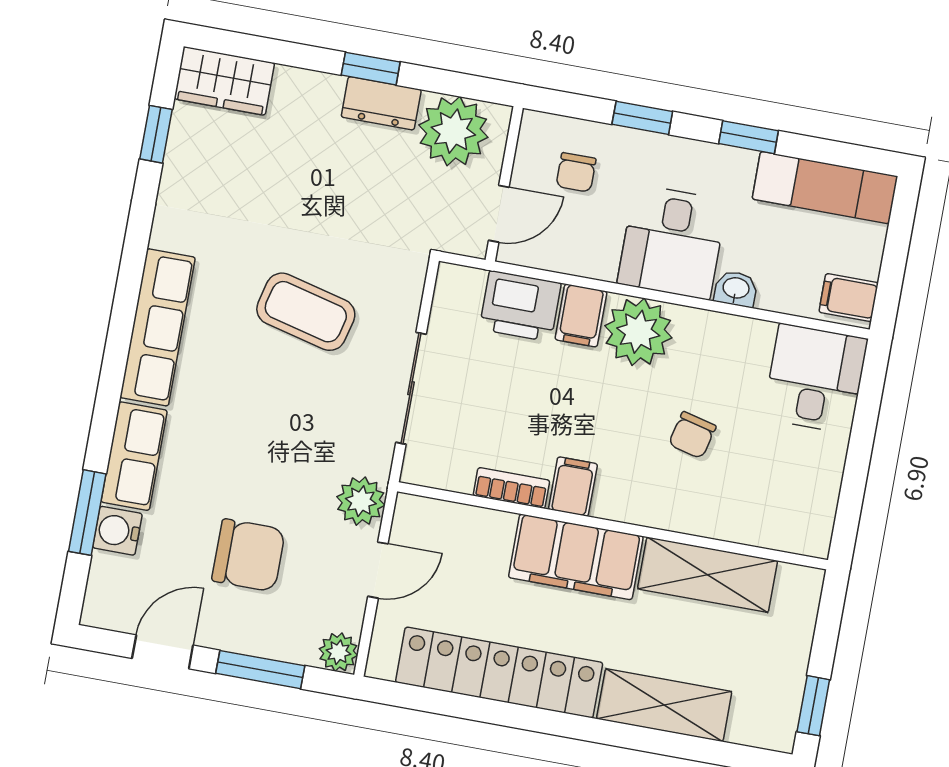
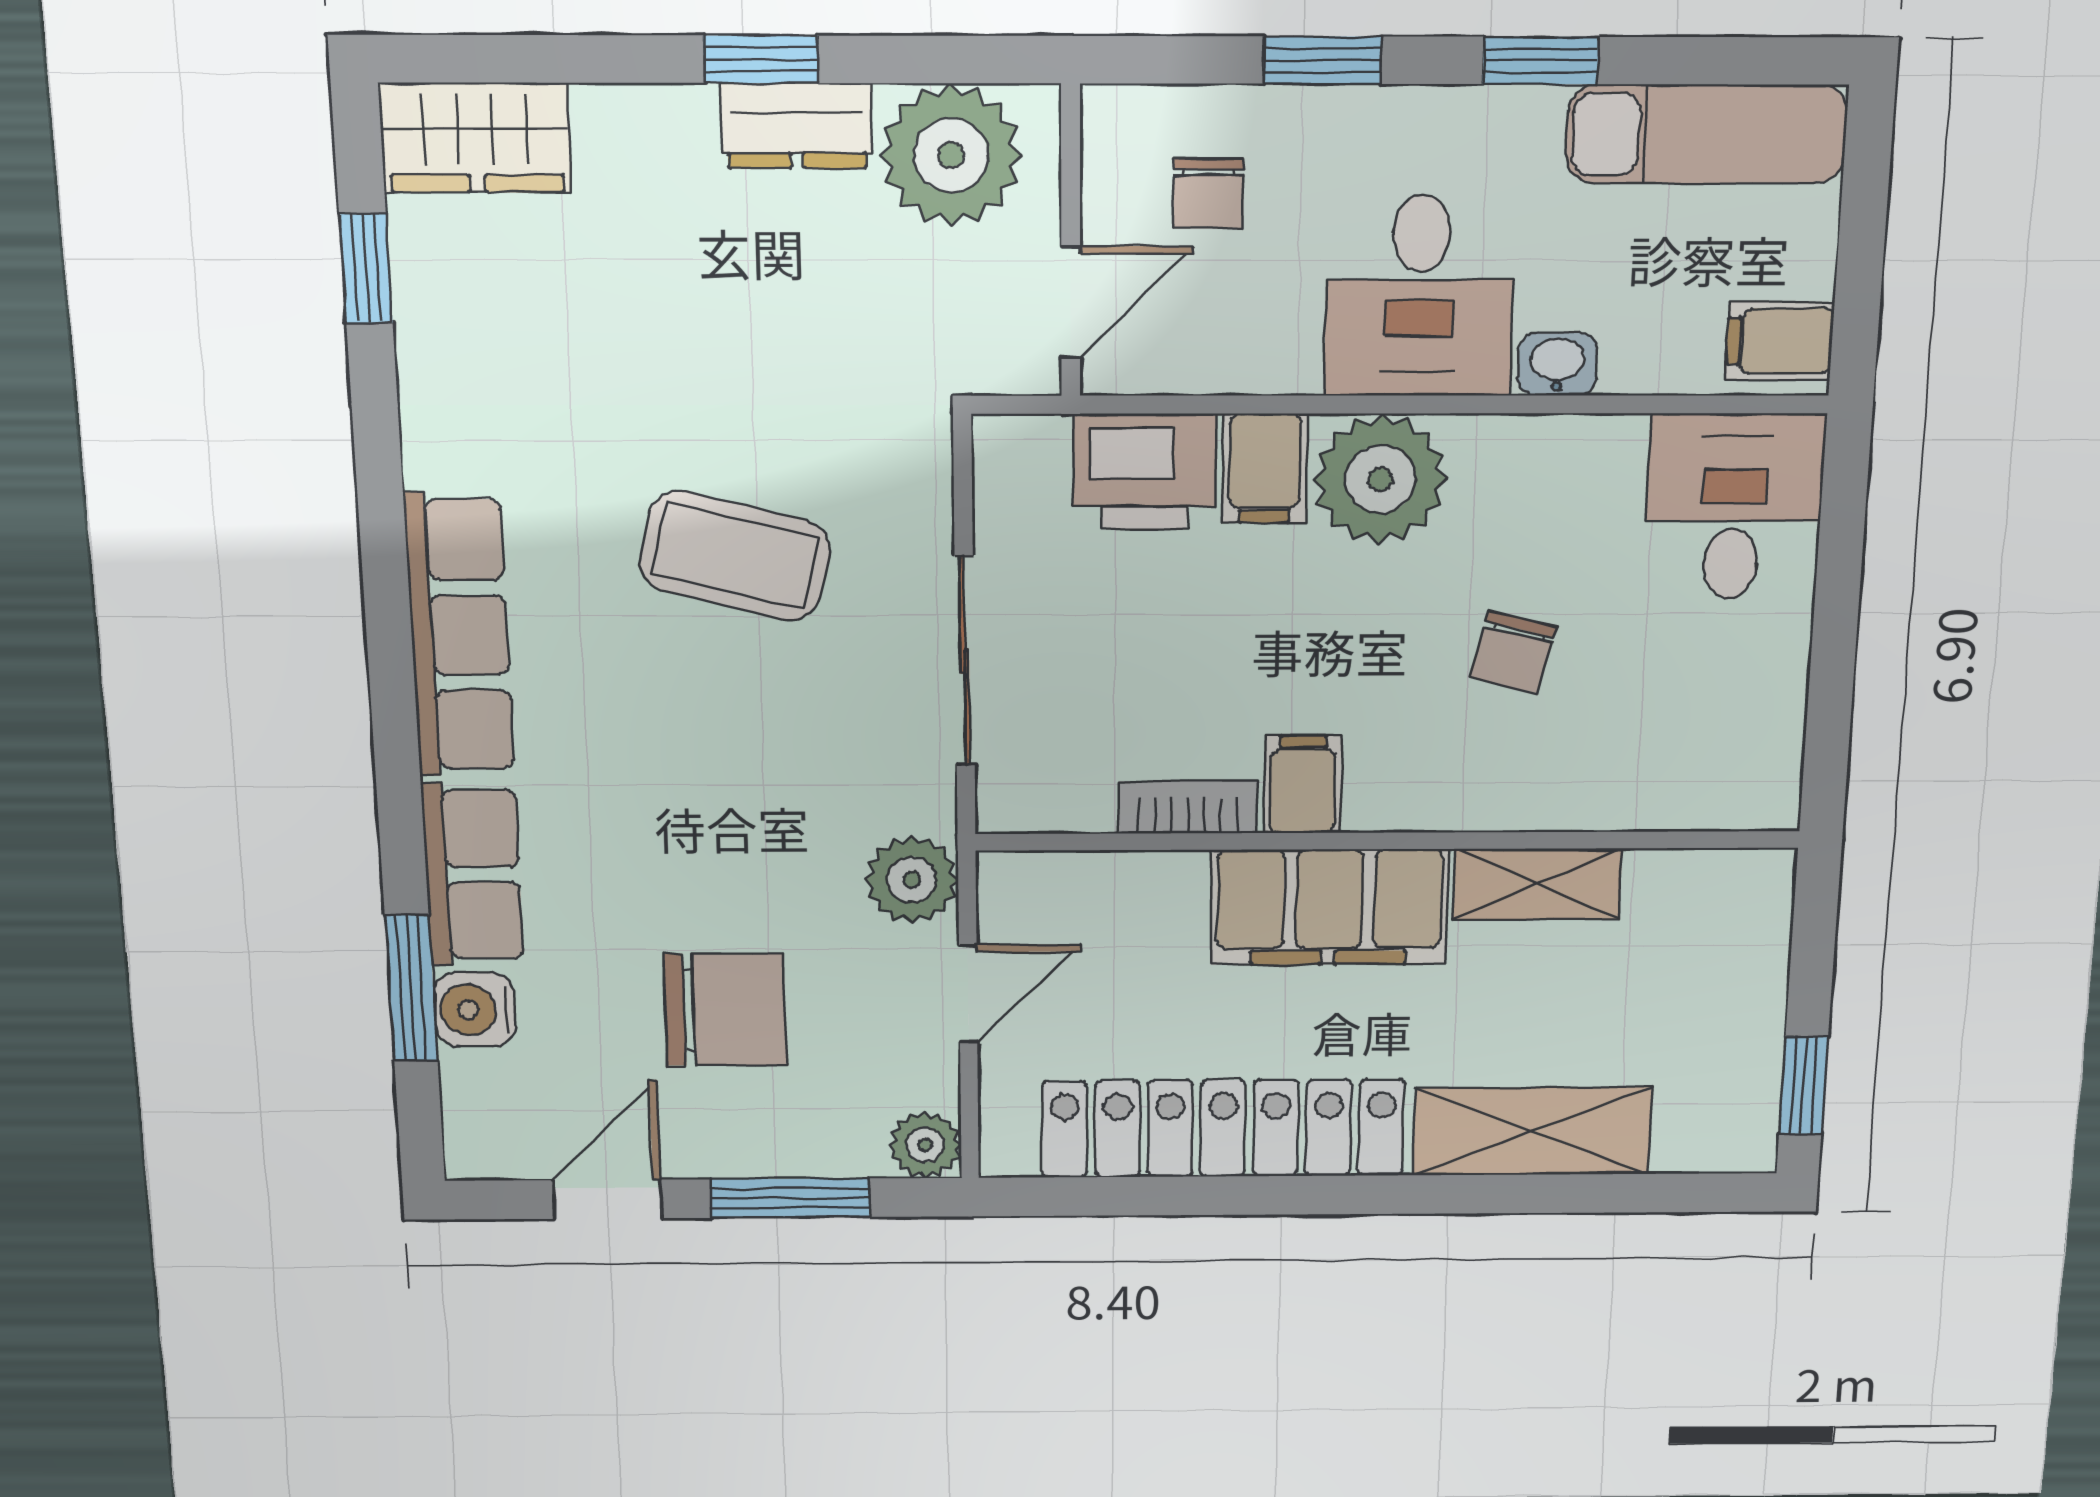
shelving: (708, 575) -> (1537, 884), width x0.67, depth x0.75

